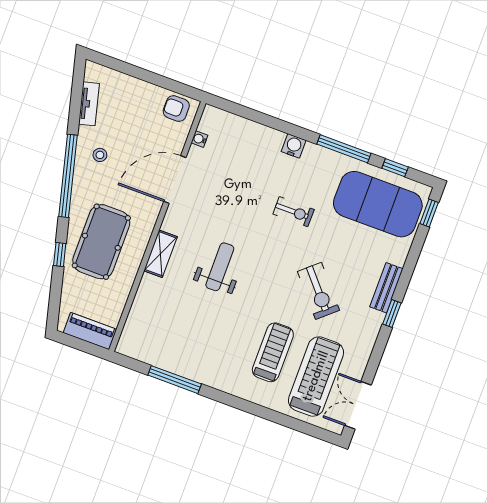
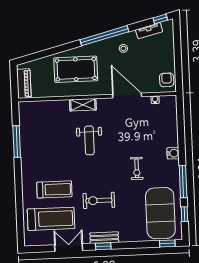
window: (60, 254) -> (160, 19), moved
weight bench: (220, 267) -> (89, 140), turned 90
bench: (386, 288) -> (104, 238), moved
exercise bike: (318, 291) -> (99, 200), turned 41
double door: (358, 405) -> (69, 248), moved

